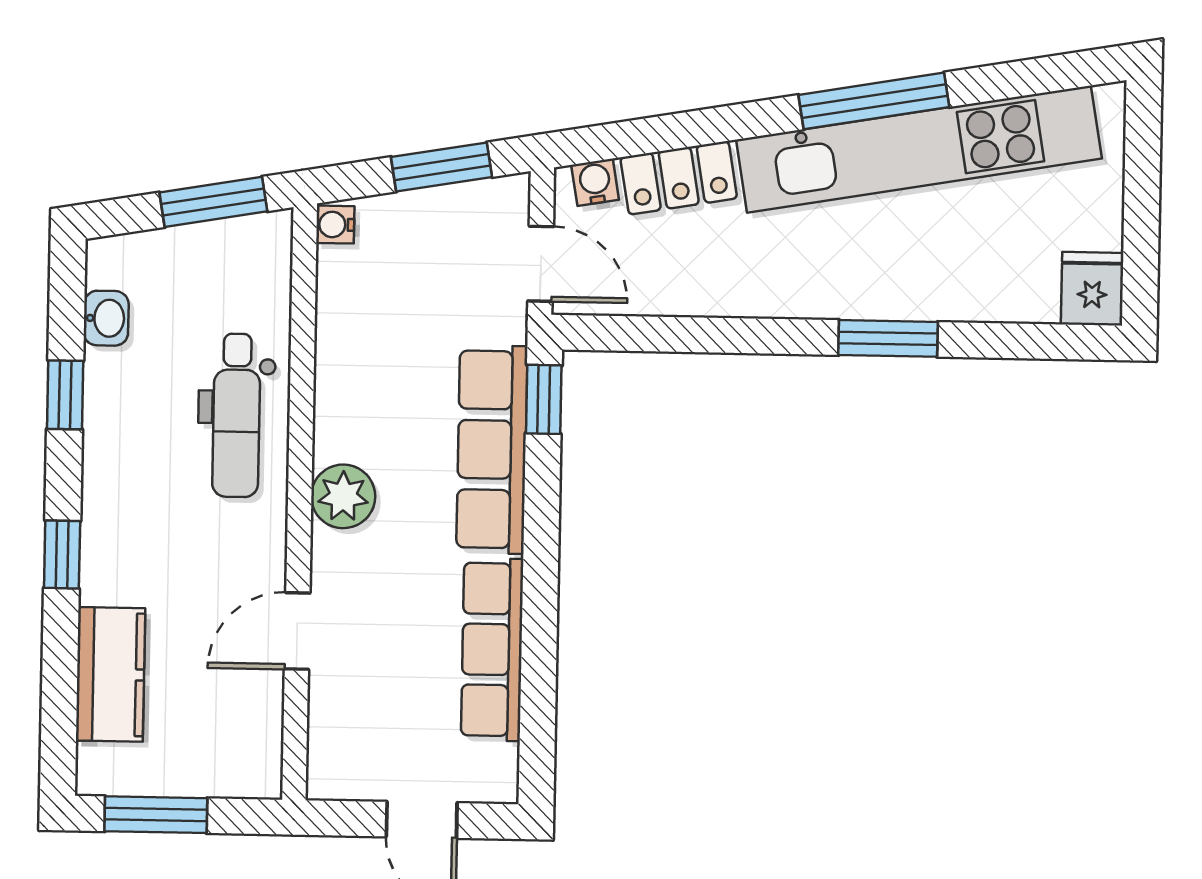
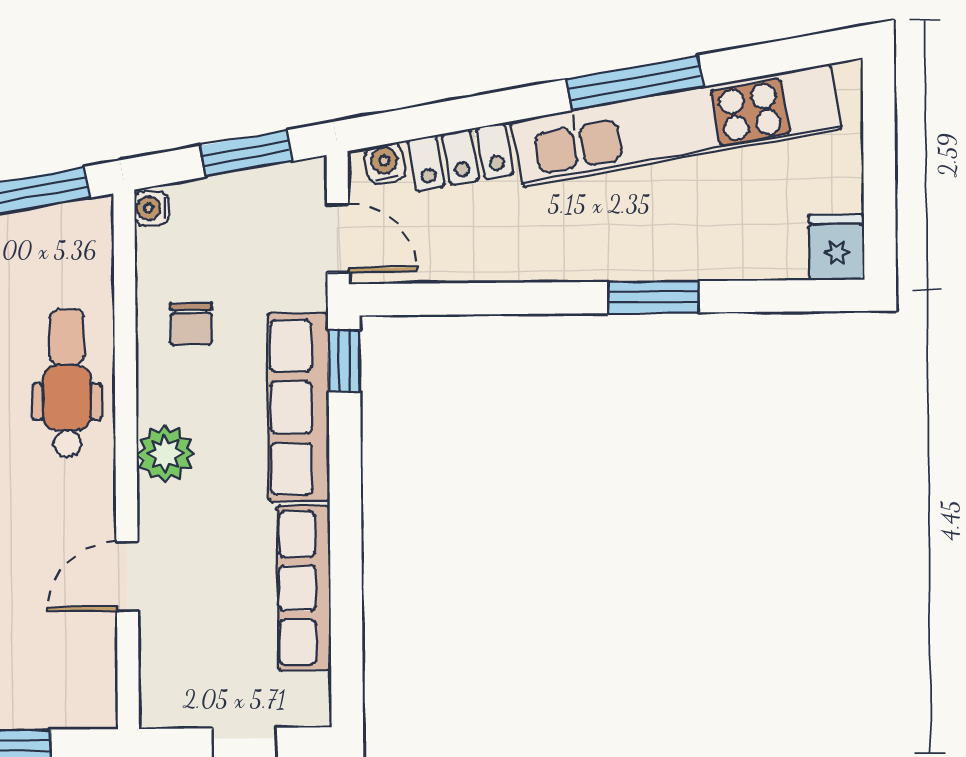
chair: (376, 354) -> (191, 324), added
dental chair: (236, 415) -> (67, 383), turned 180

